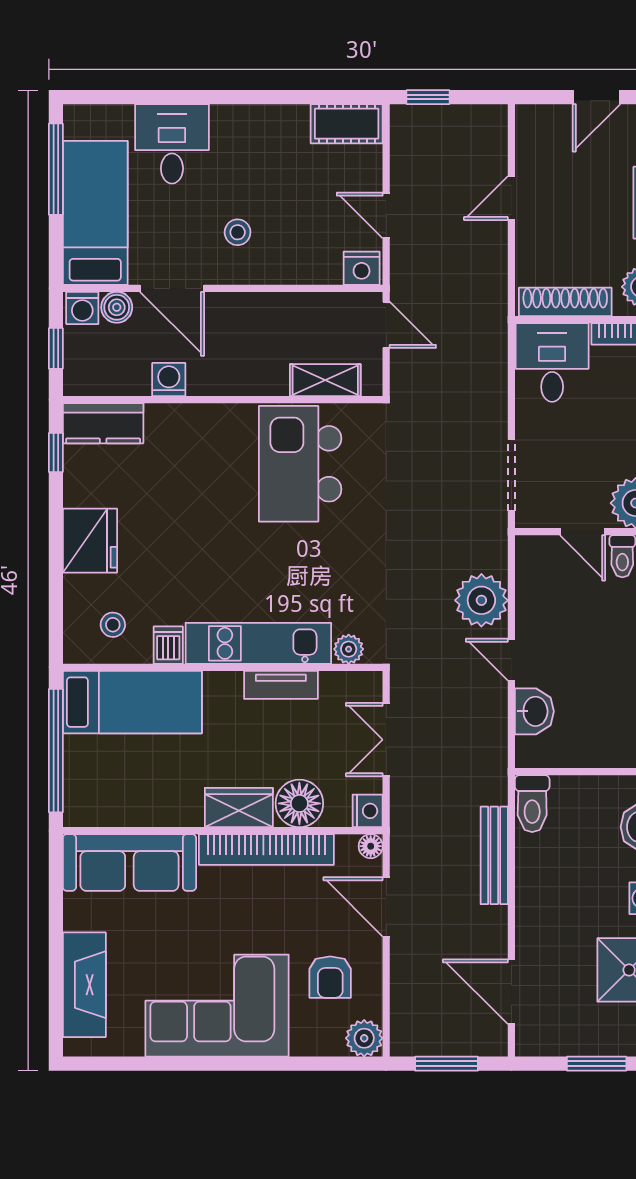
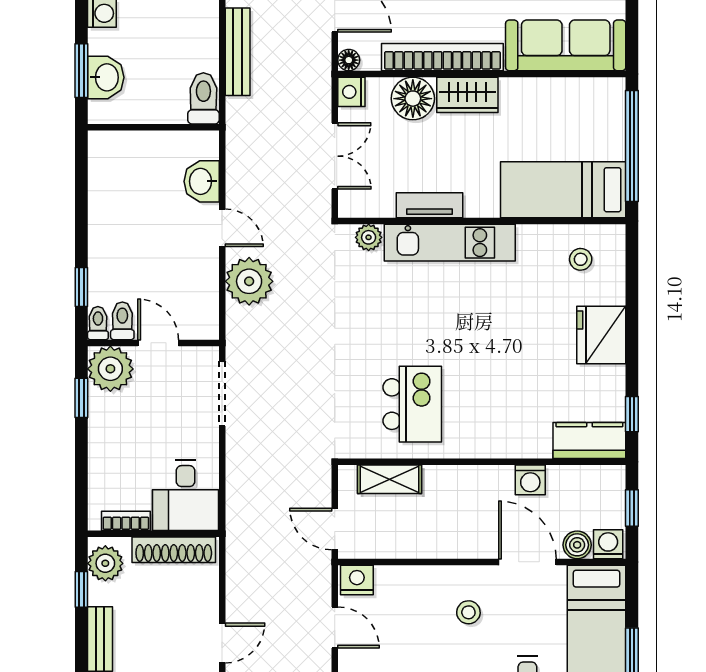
kitchen island: (300, 464) -> (412, 404), width x0.73, depth x0.78
dishwasher: (168, 645) -> (531, 241), removed

